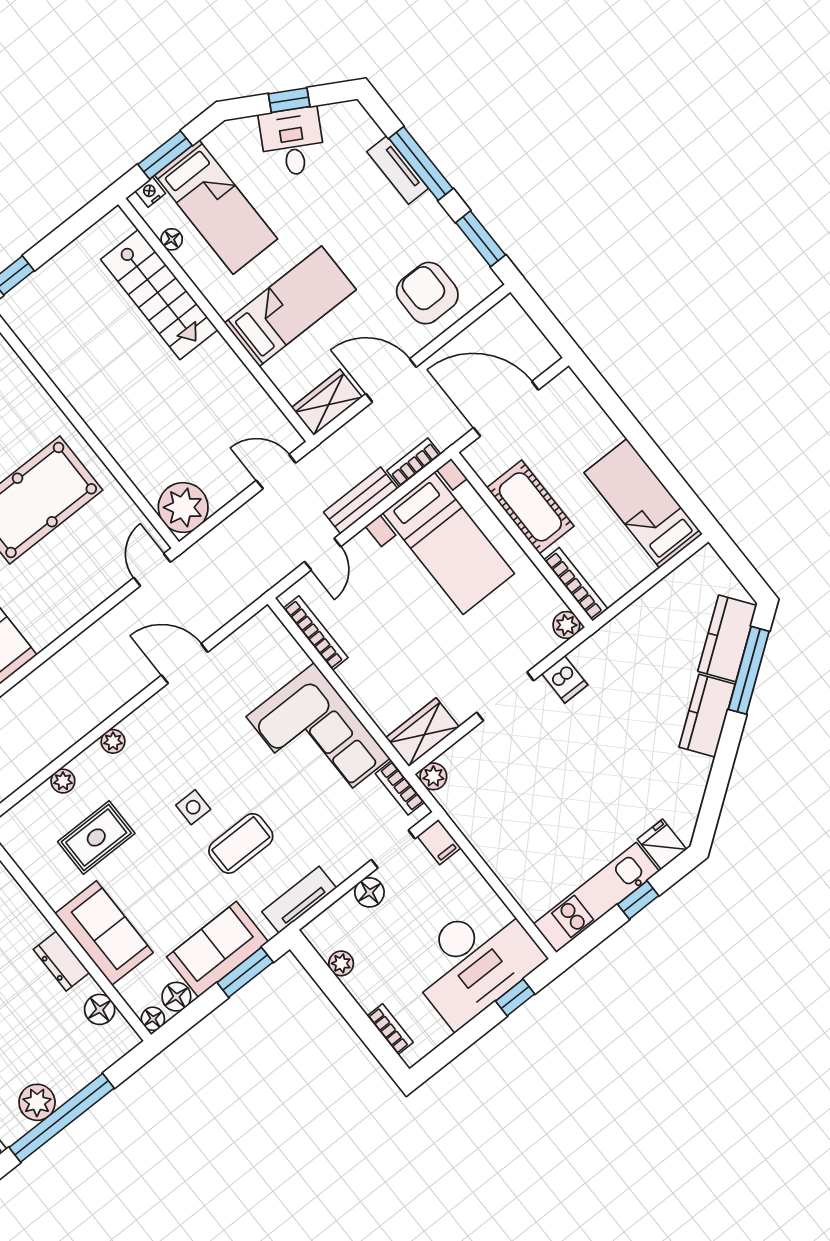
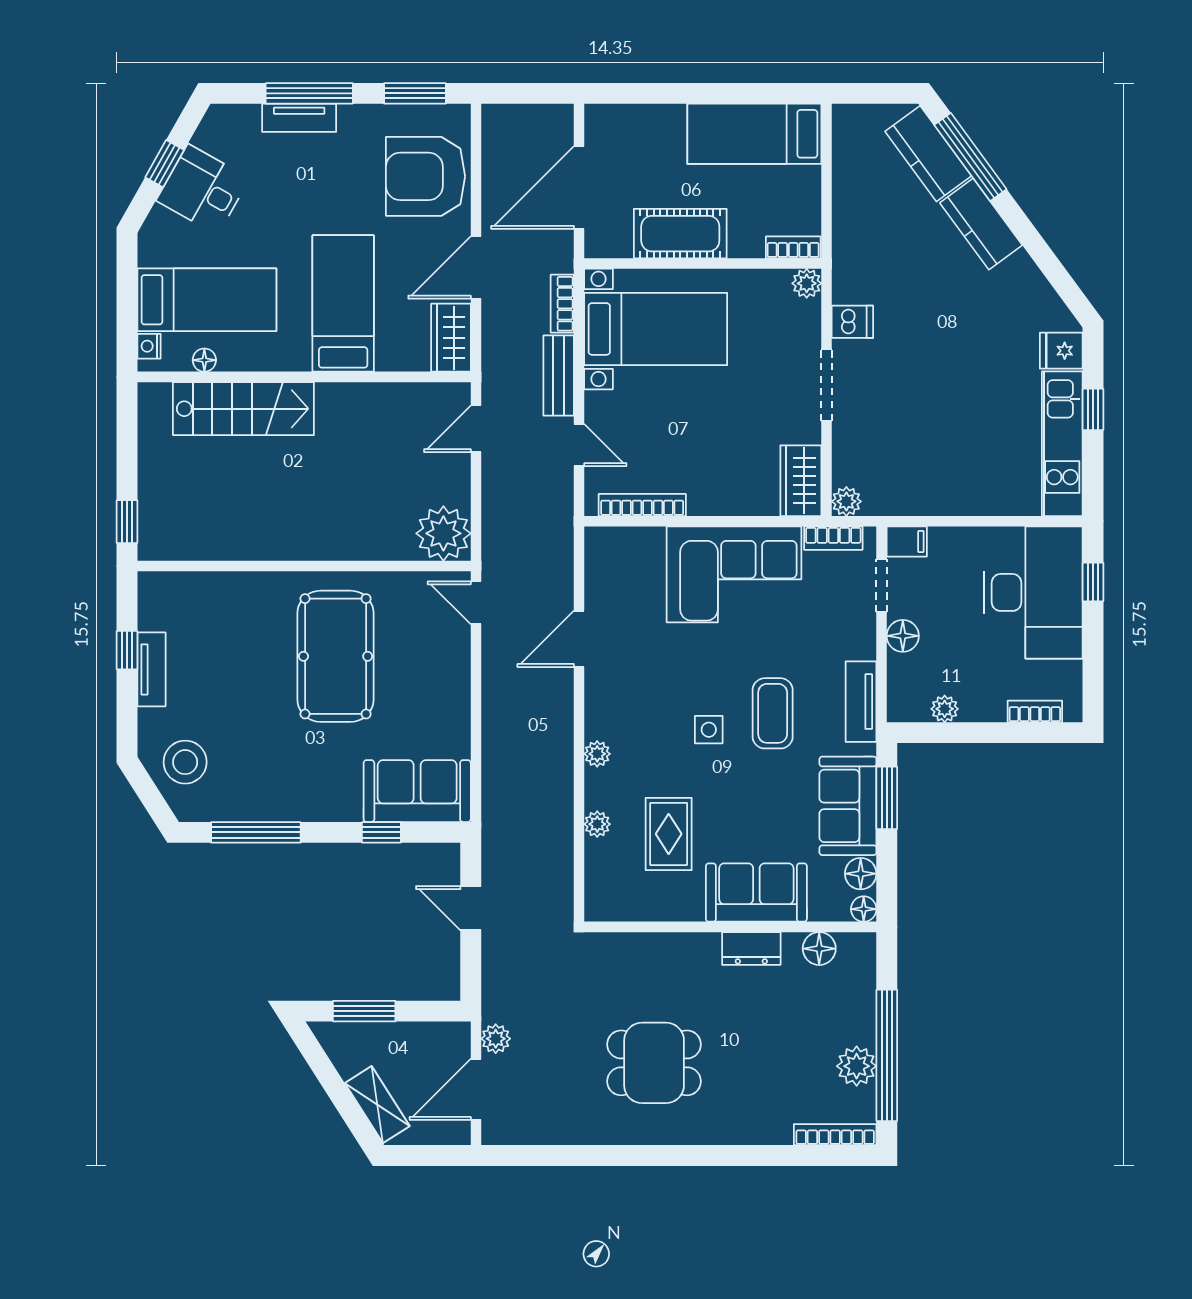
window: (165, 155) -> (127, 308), removed
armchair: (427, 293) -> (425, 176), width x1.36, depth x1.36
bookcase: (576, 584) -> (793, 247), width x0.64

